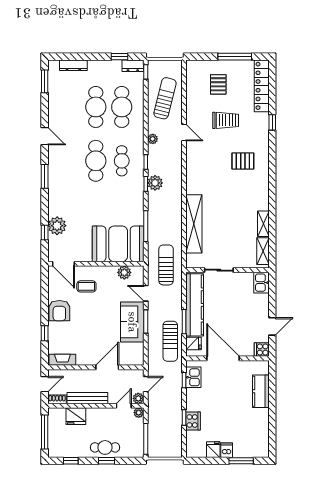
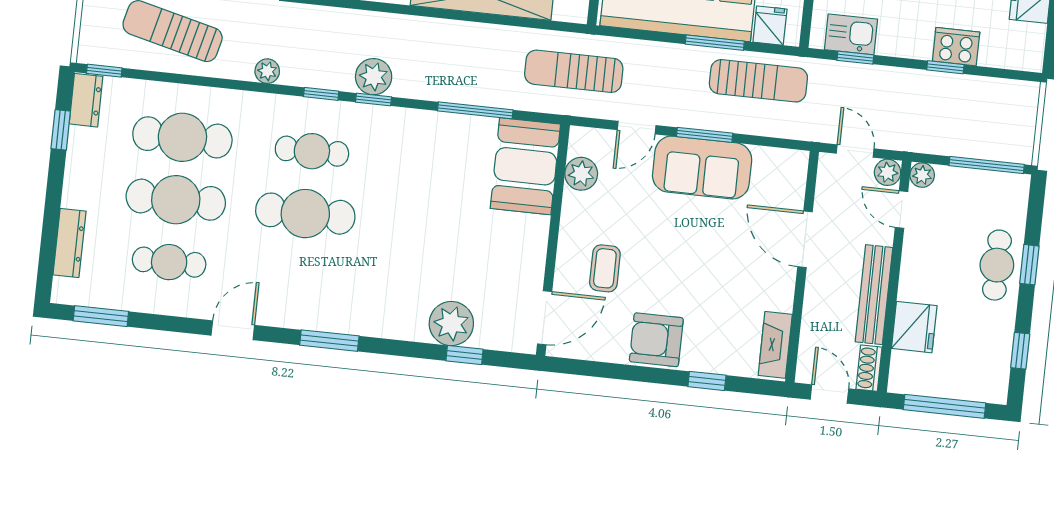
cafe table: (70, 107) -> (169, 262), added
booth: (118, 244) -> (525, 166), width x0.73, depth x0.70
armchair: (59, 311) -> (656, 340), turned 180

